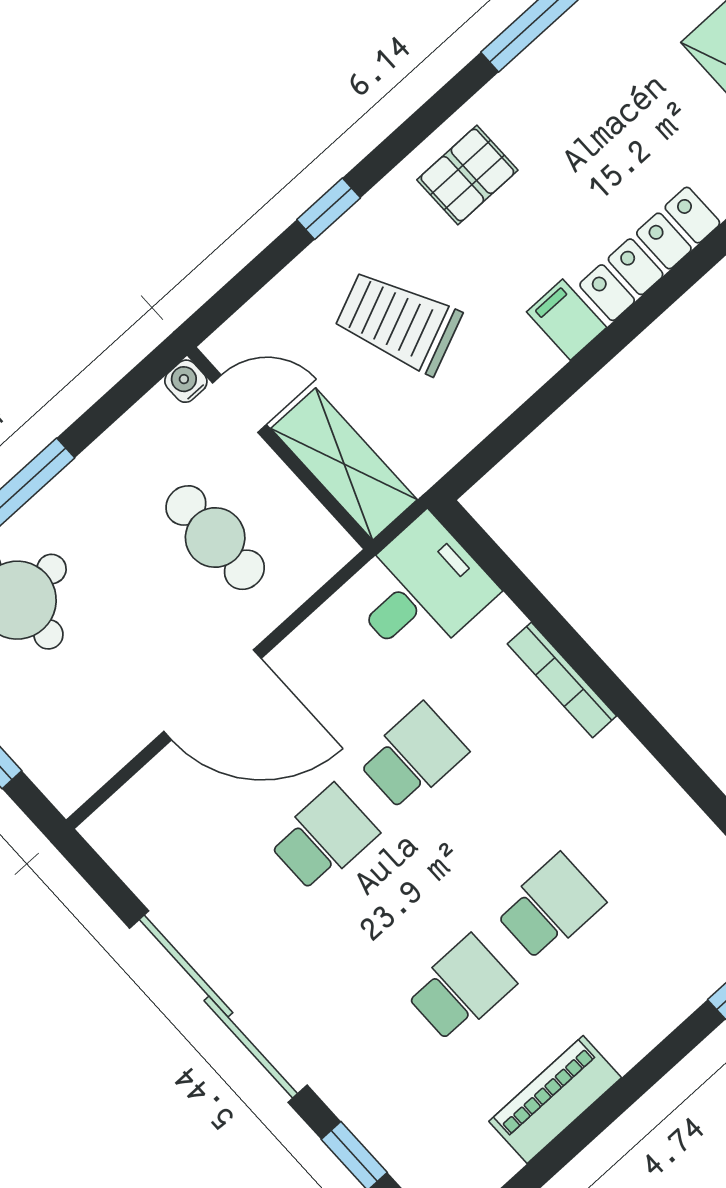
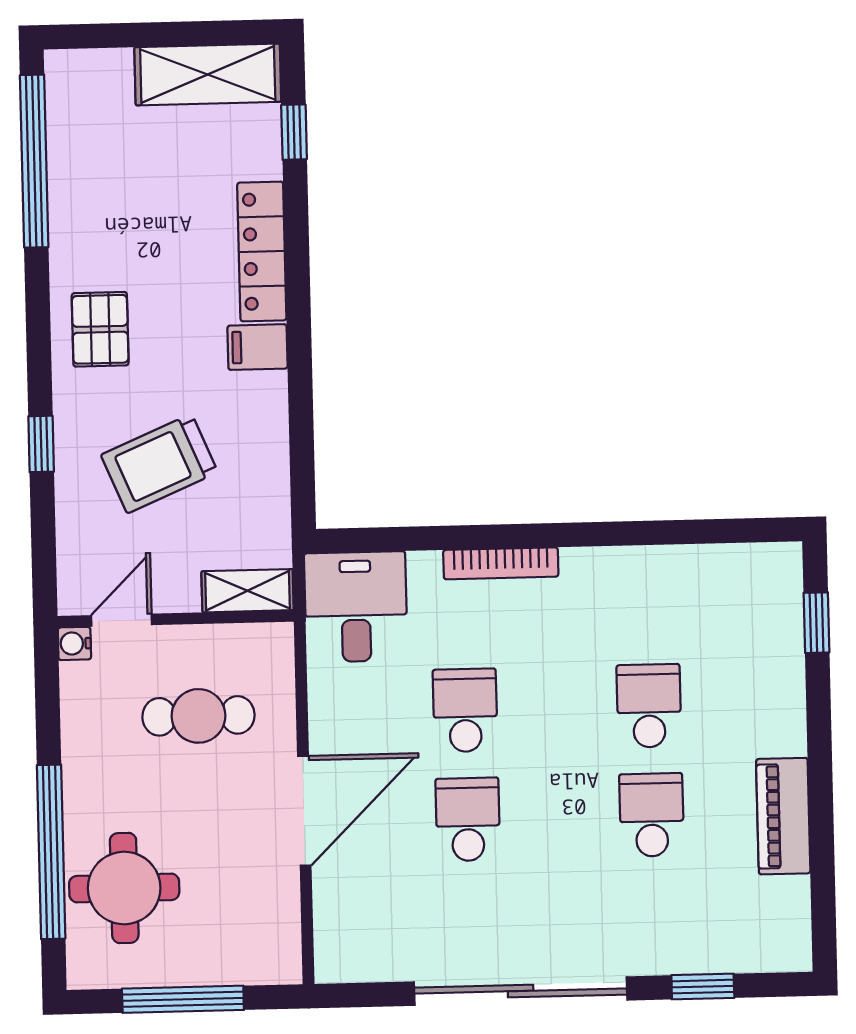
shelving: (344, 464) -> (247, 591), width x0.67, depth x0.75

